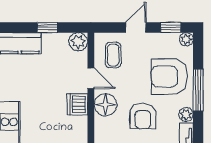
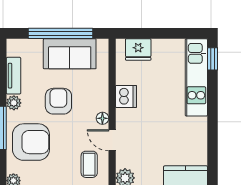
dishwasher: (77, 104) -> (126, 96), moved
floor lamp: (105, 105) -> (102, 118), width x0.53, depth x0.53

